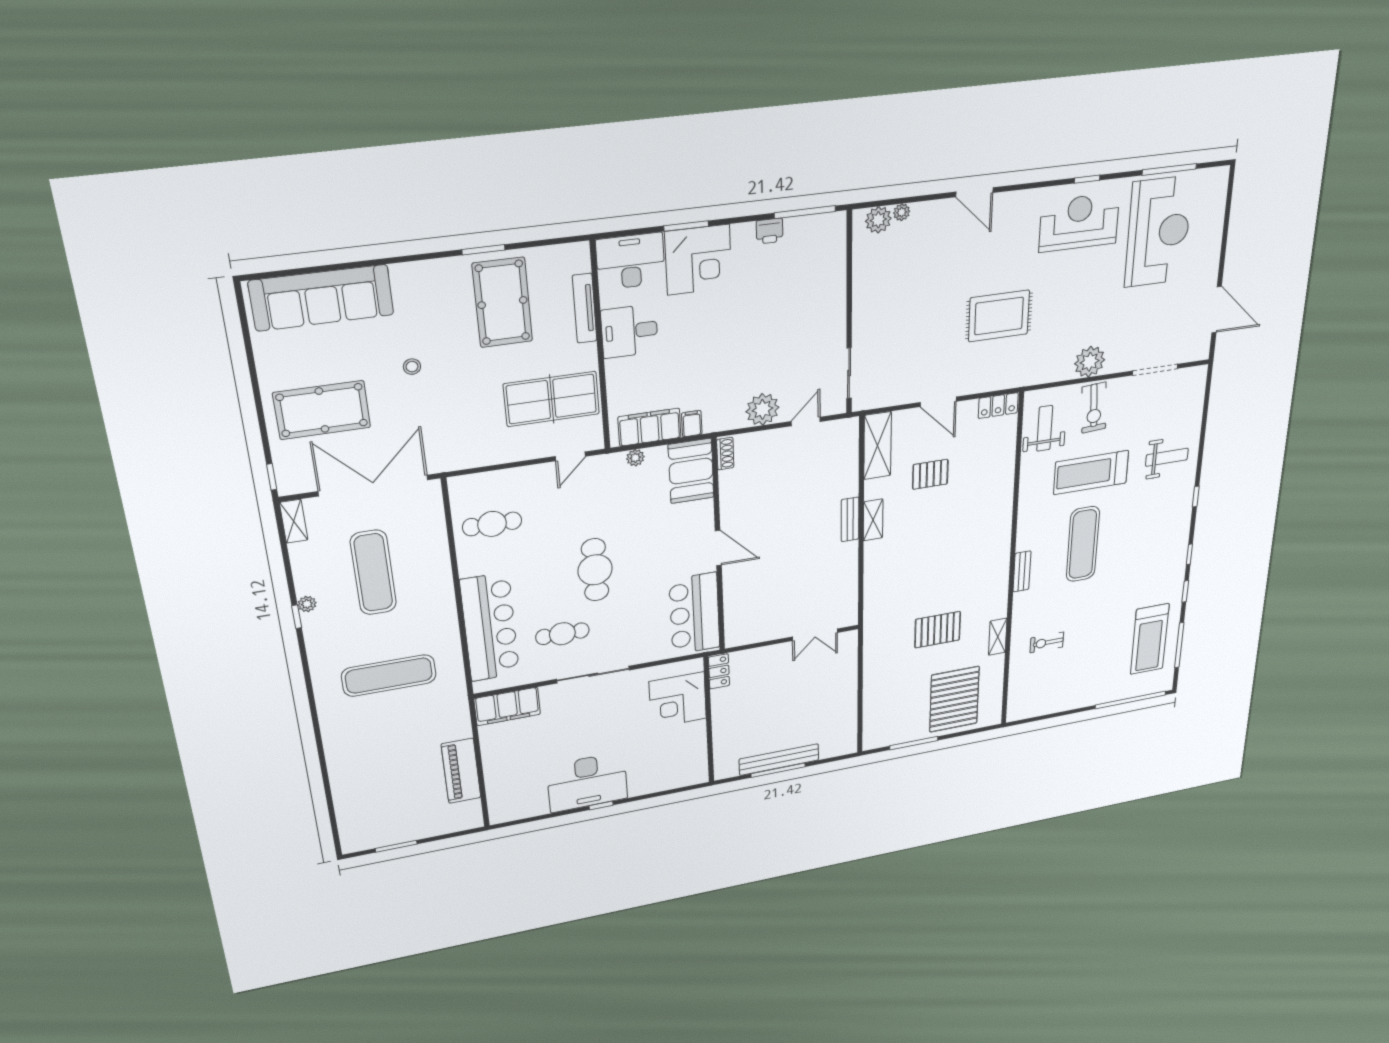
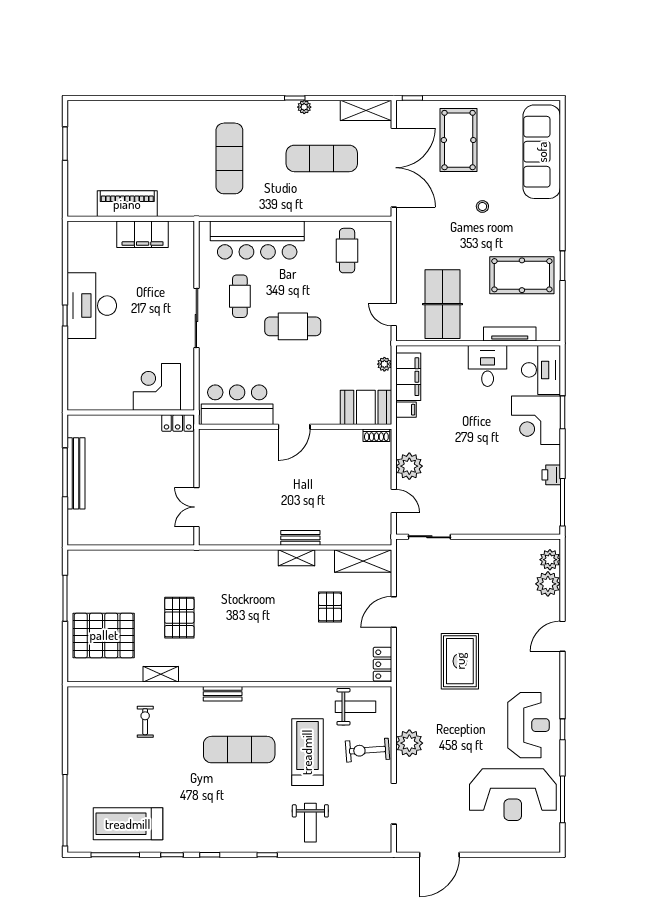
plant: (902, 212) -> (548, 584), width x1.88, depth x1.88
shelving: (294, 521) -> (366, 110), width x1.50, depth x1.33
filing cabinet: (507, 706) -> (143, 234), moved, turned -90

